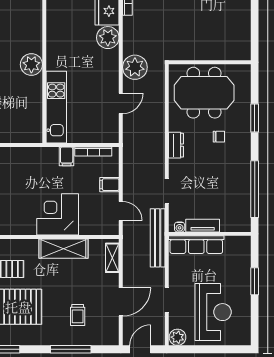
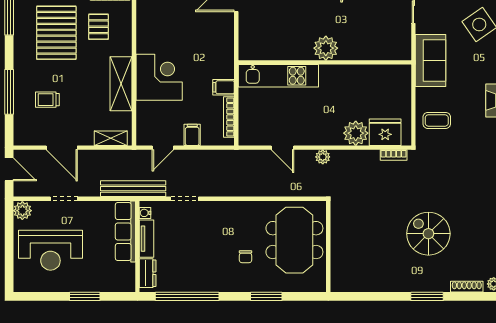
plant: (135, 67) -> (323, 157), width x0.53, depth x0.53
dresser: (176, 145) -> (148, 273), moved, turned -90

